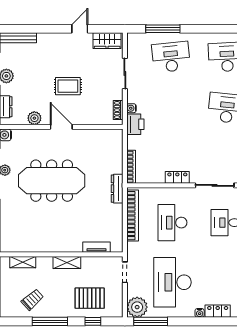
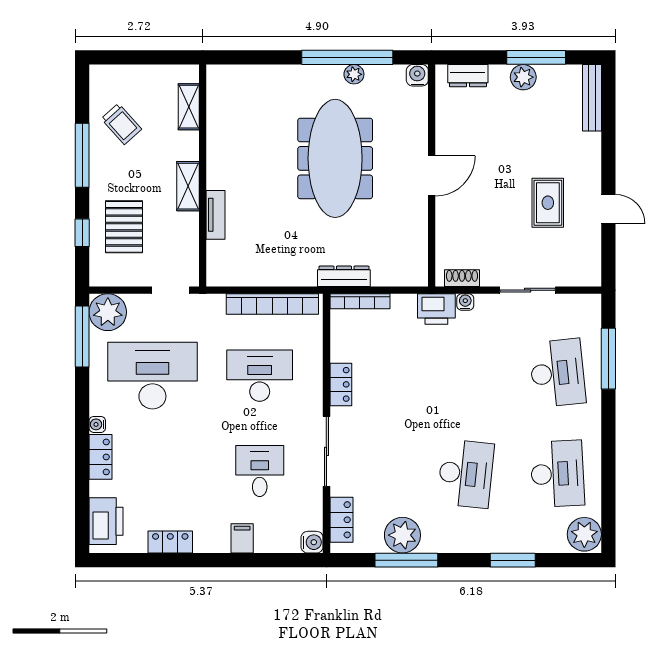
wardrobe: (107, 41) -> (587, 258), removed
rug: (68, 86) -> (548, 203), moved
plant: (34, 118) -> (447, 128), removed
dresser: (117, 189) -> (344, 276), moved
tv unit: (97, 247) -> (215, 215), moved

